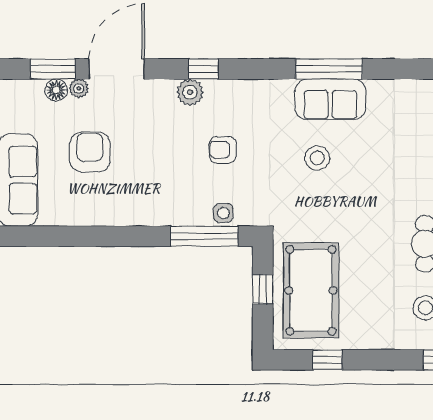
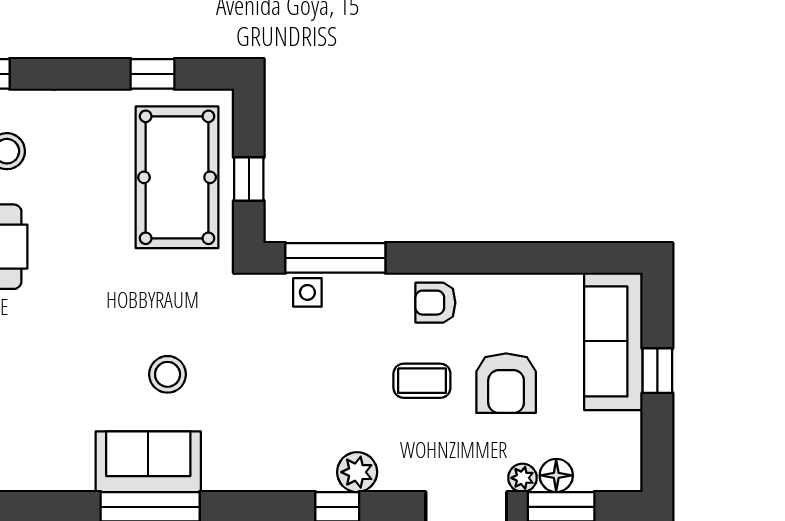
armchair: (223, 150) -> (435, 303), moved, turned 180
coffee table: (146, 154) -> (422, 381), added

